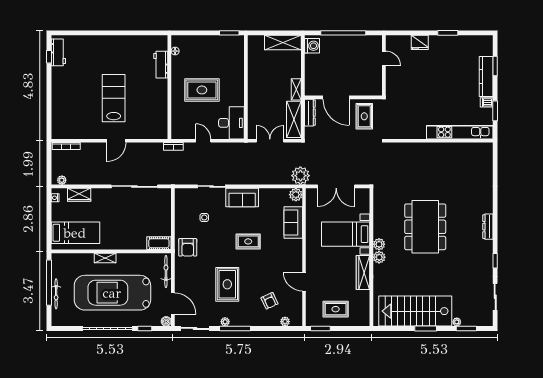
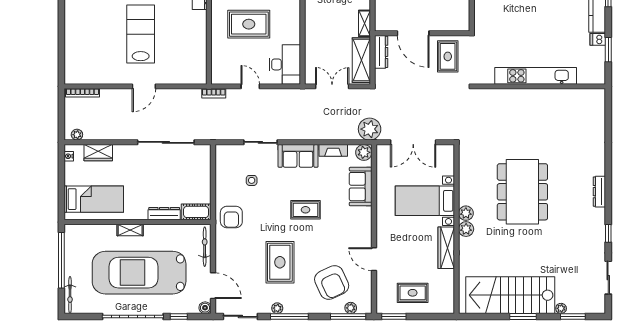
kitchen unit: (460, 132) -> (536, 76), moved
fireplace: (271, 193) -> (333, 150), added
dresser: (133, 245) -> (164, 214), added
bicycle: (56, 294) -> (70, 295), moved
armchair: (270, 301) -> (332, 283), width x1.88, depth x1.88
window: (283, 328) -> (348, 316), added

